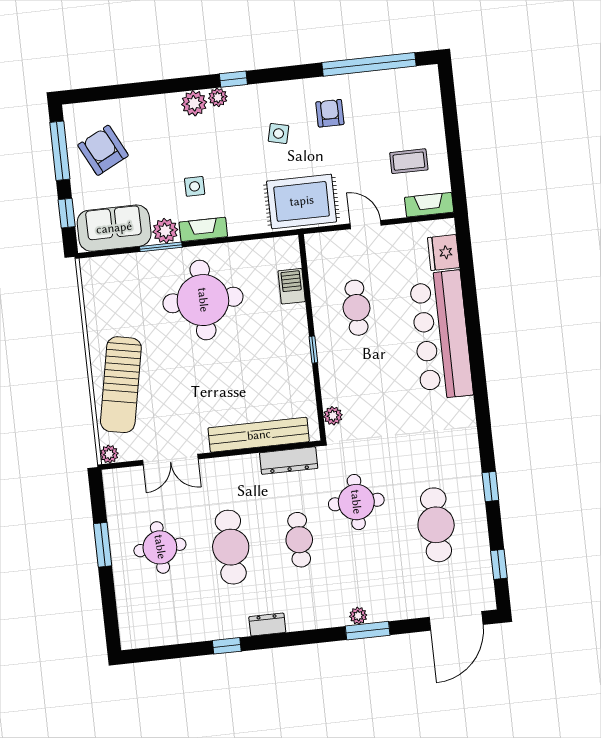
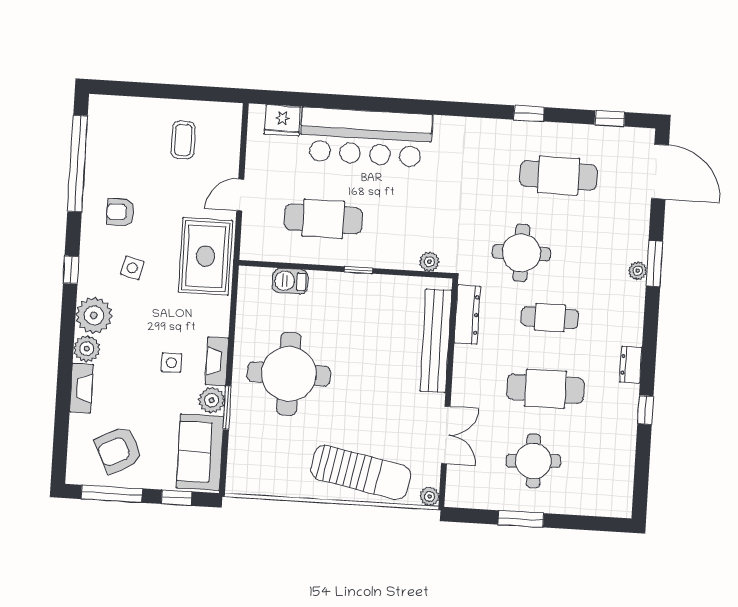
window: (233, 79) -> (71, 270), moved
plant: (218, 97) -> (94, 315), width x1.87, depth x1.87
fireplace: (429, 205) -> (81, 388), moved, turned 180
cafe table: (357, 308) -> (323, 219), width x1.37, depth x1.35

